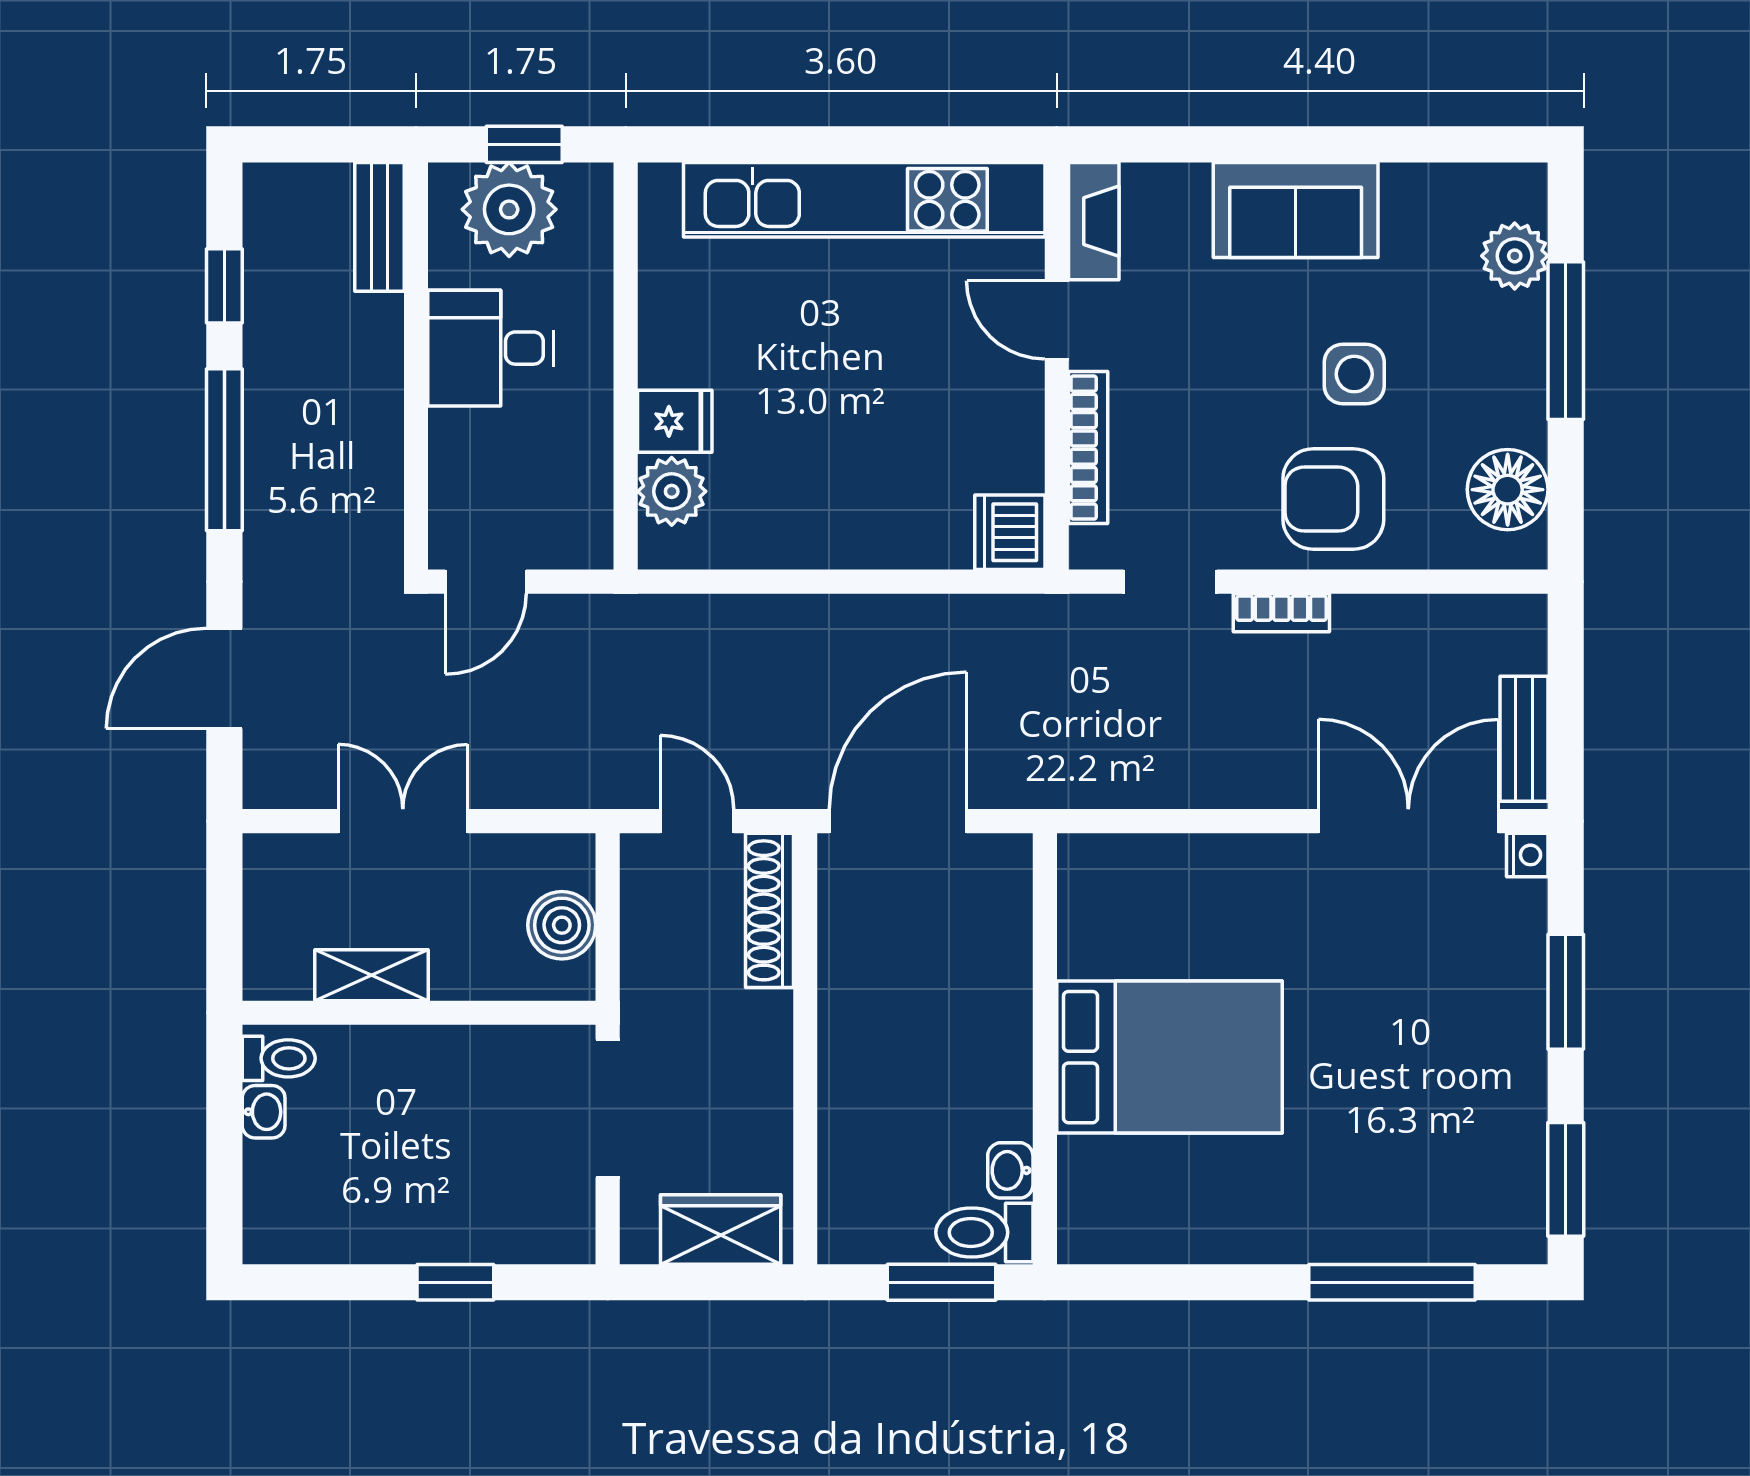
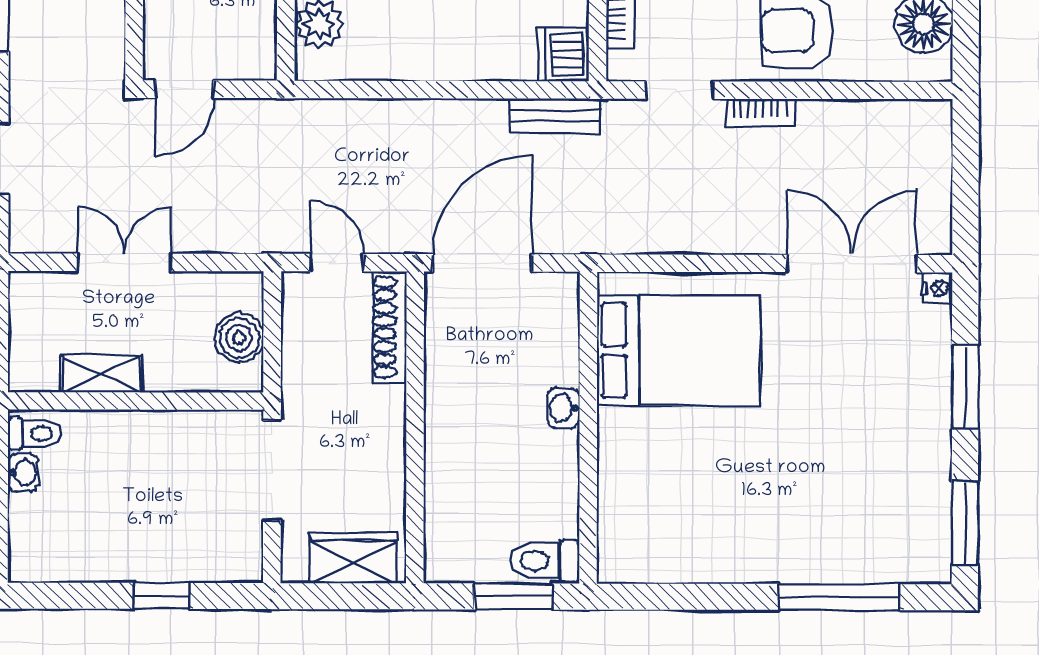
bench: (1524, 739) -> (554, 116), moved, turned 90
bed: (1169, 1057) -> (679, 351), moved
washbasin: (1010, 1170) -> (563, 408), moved

